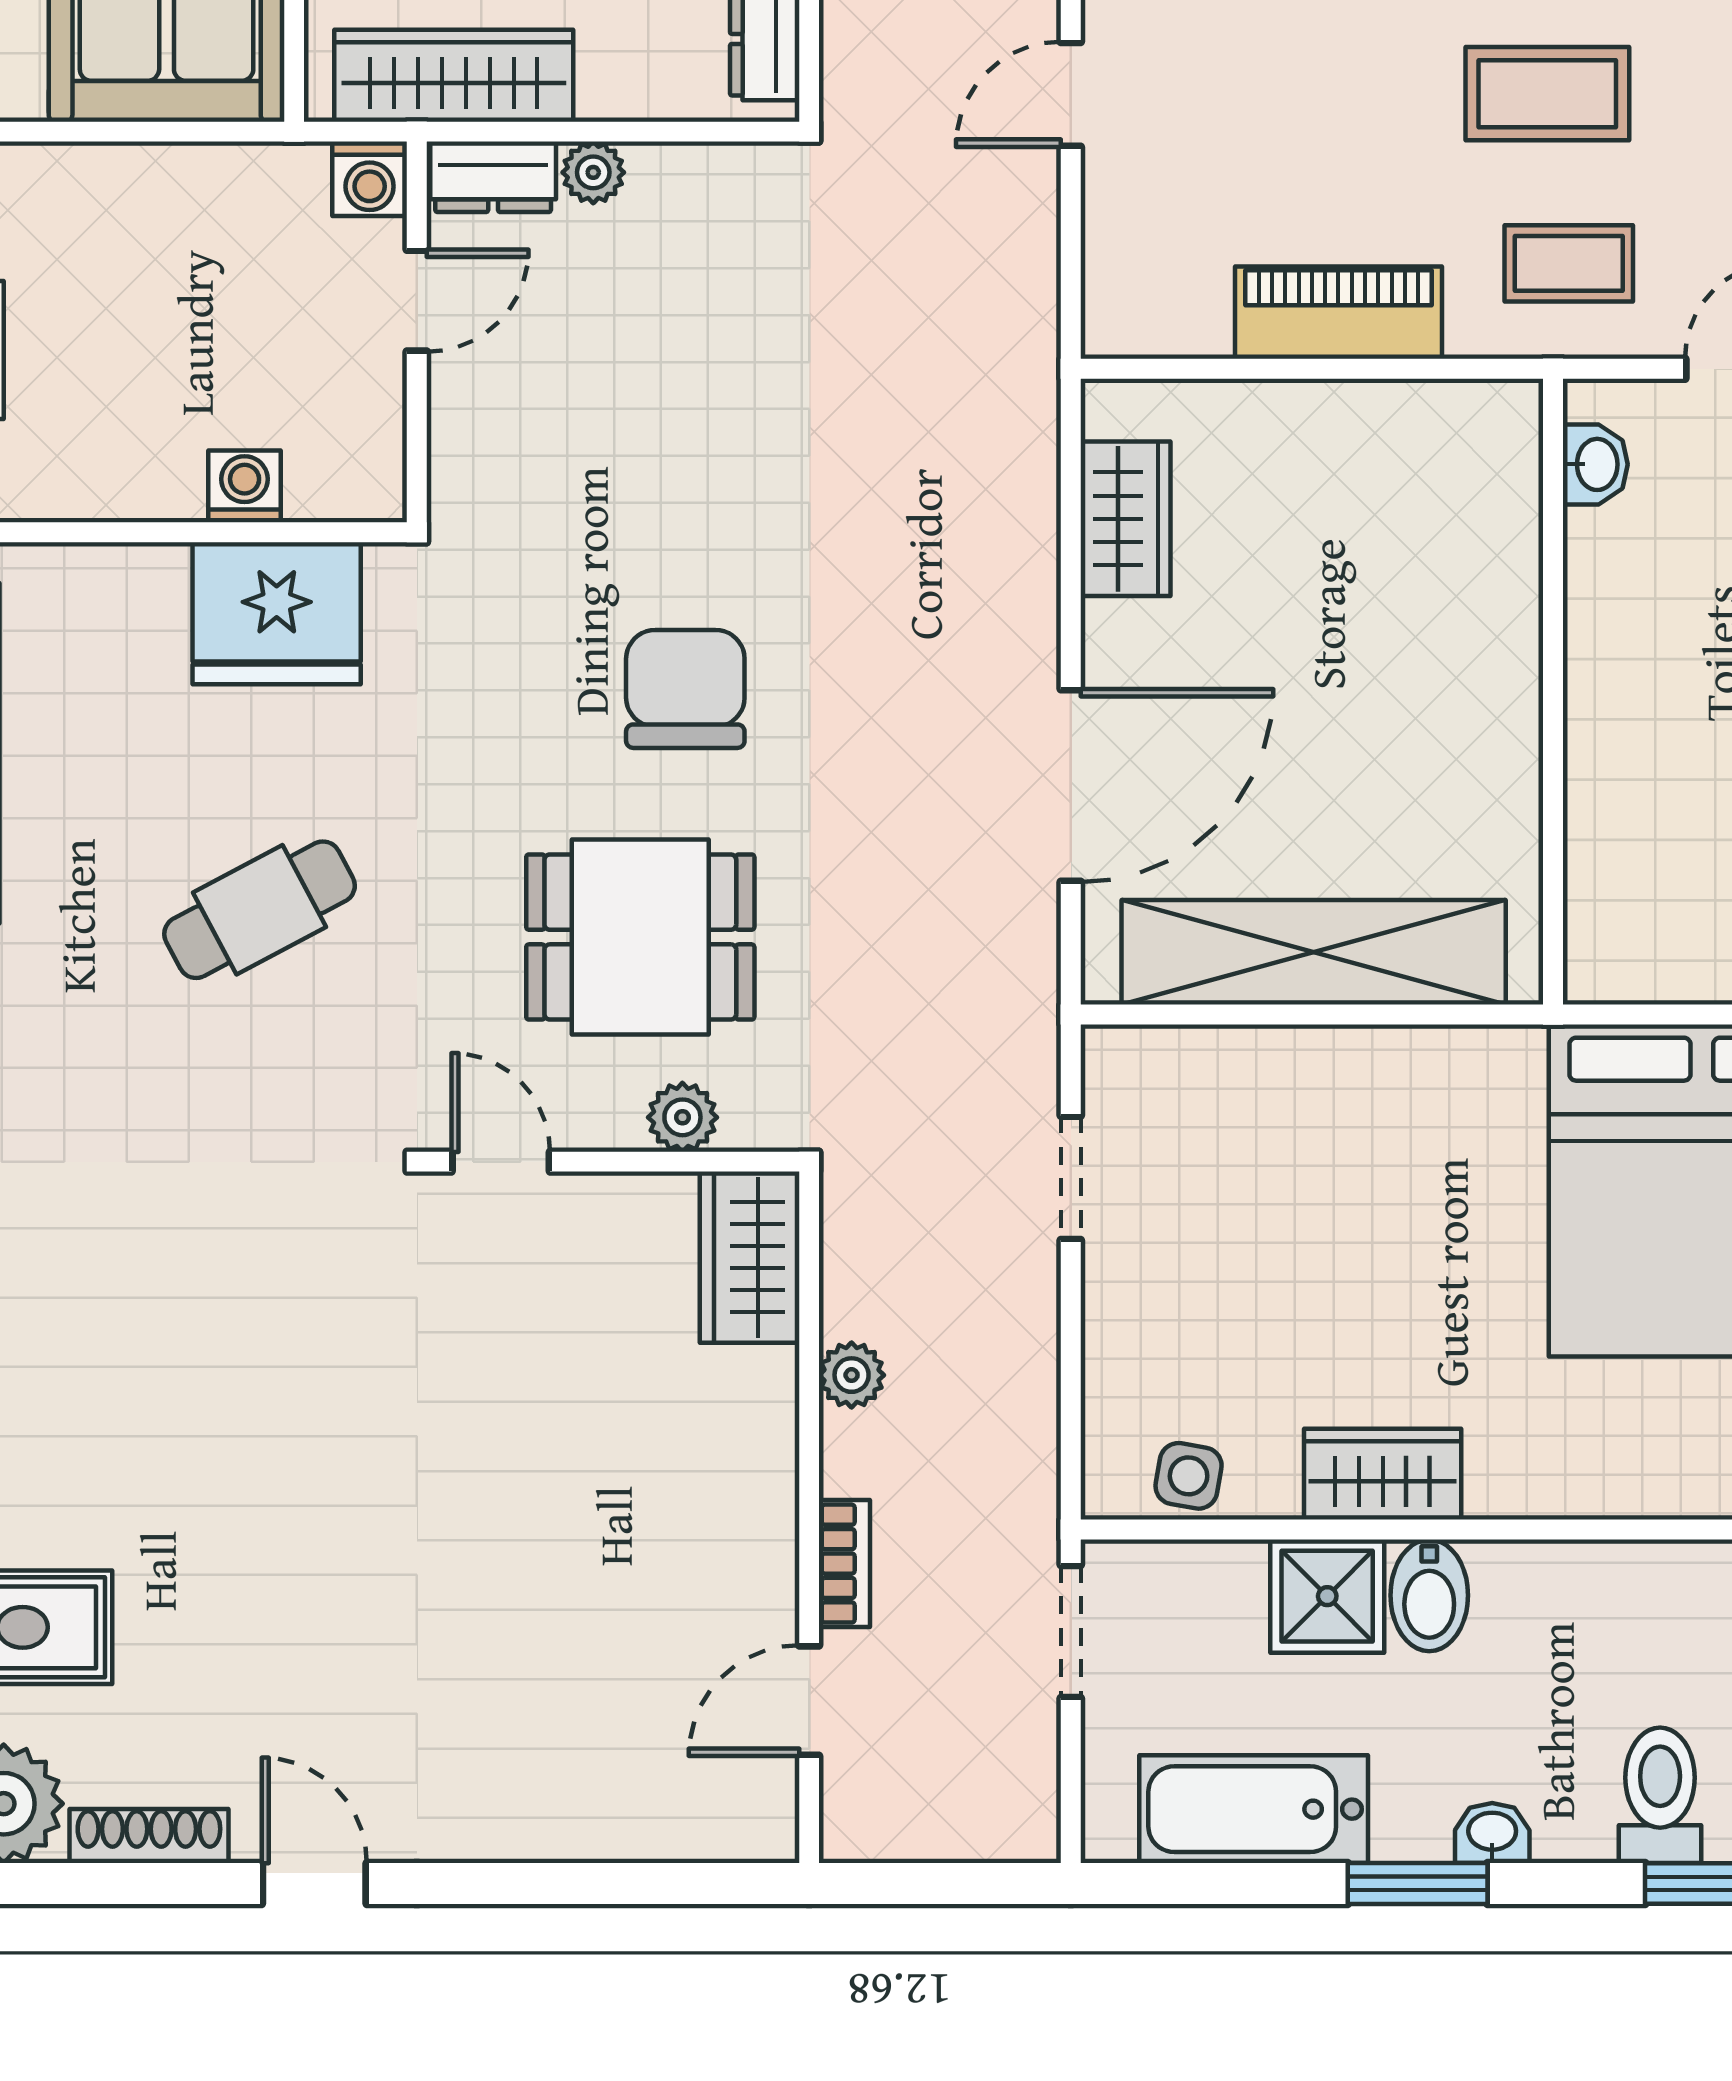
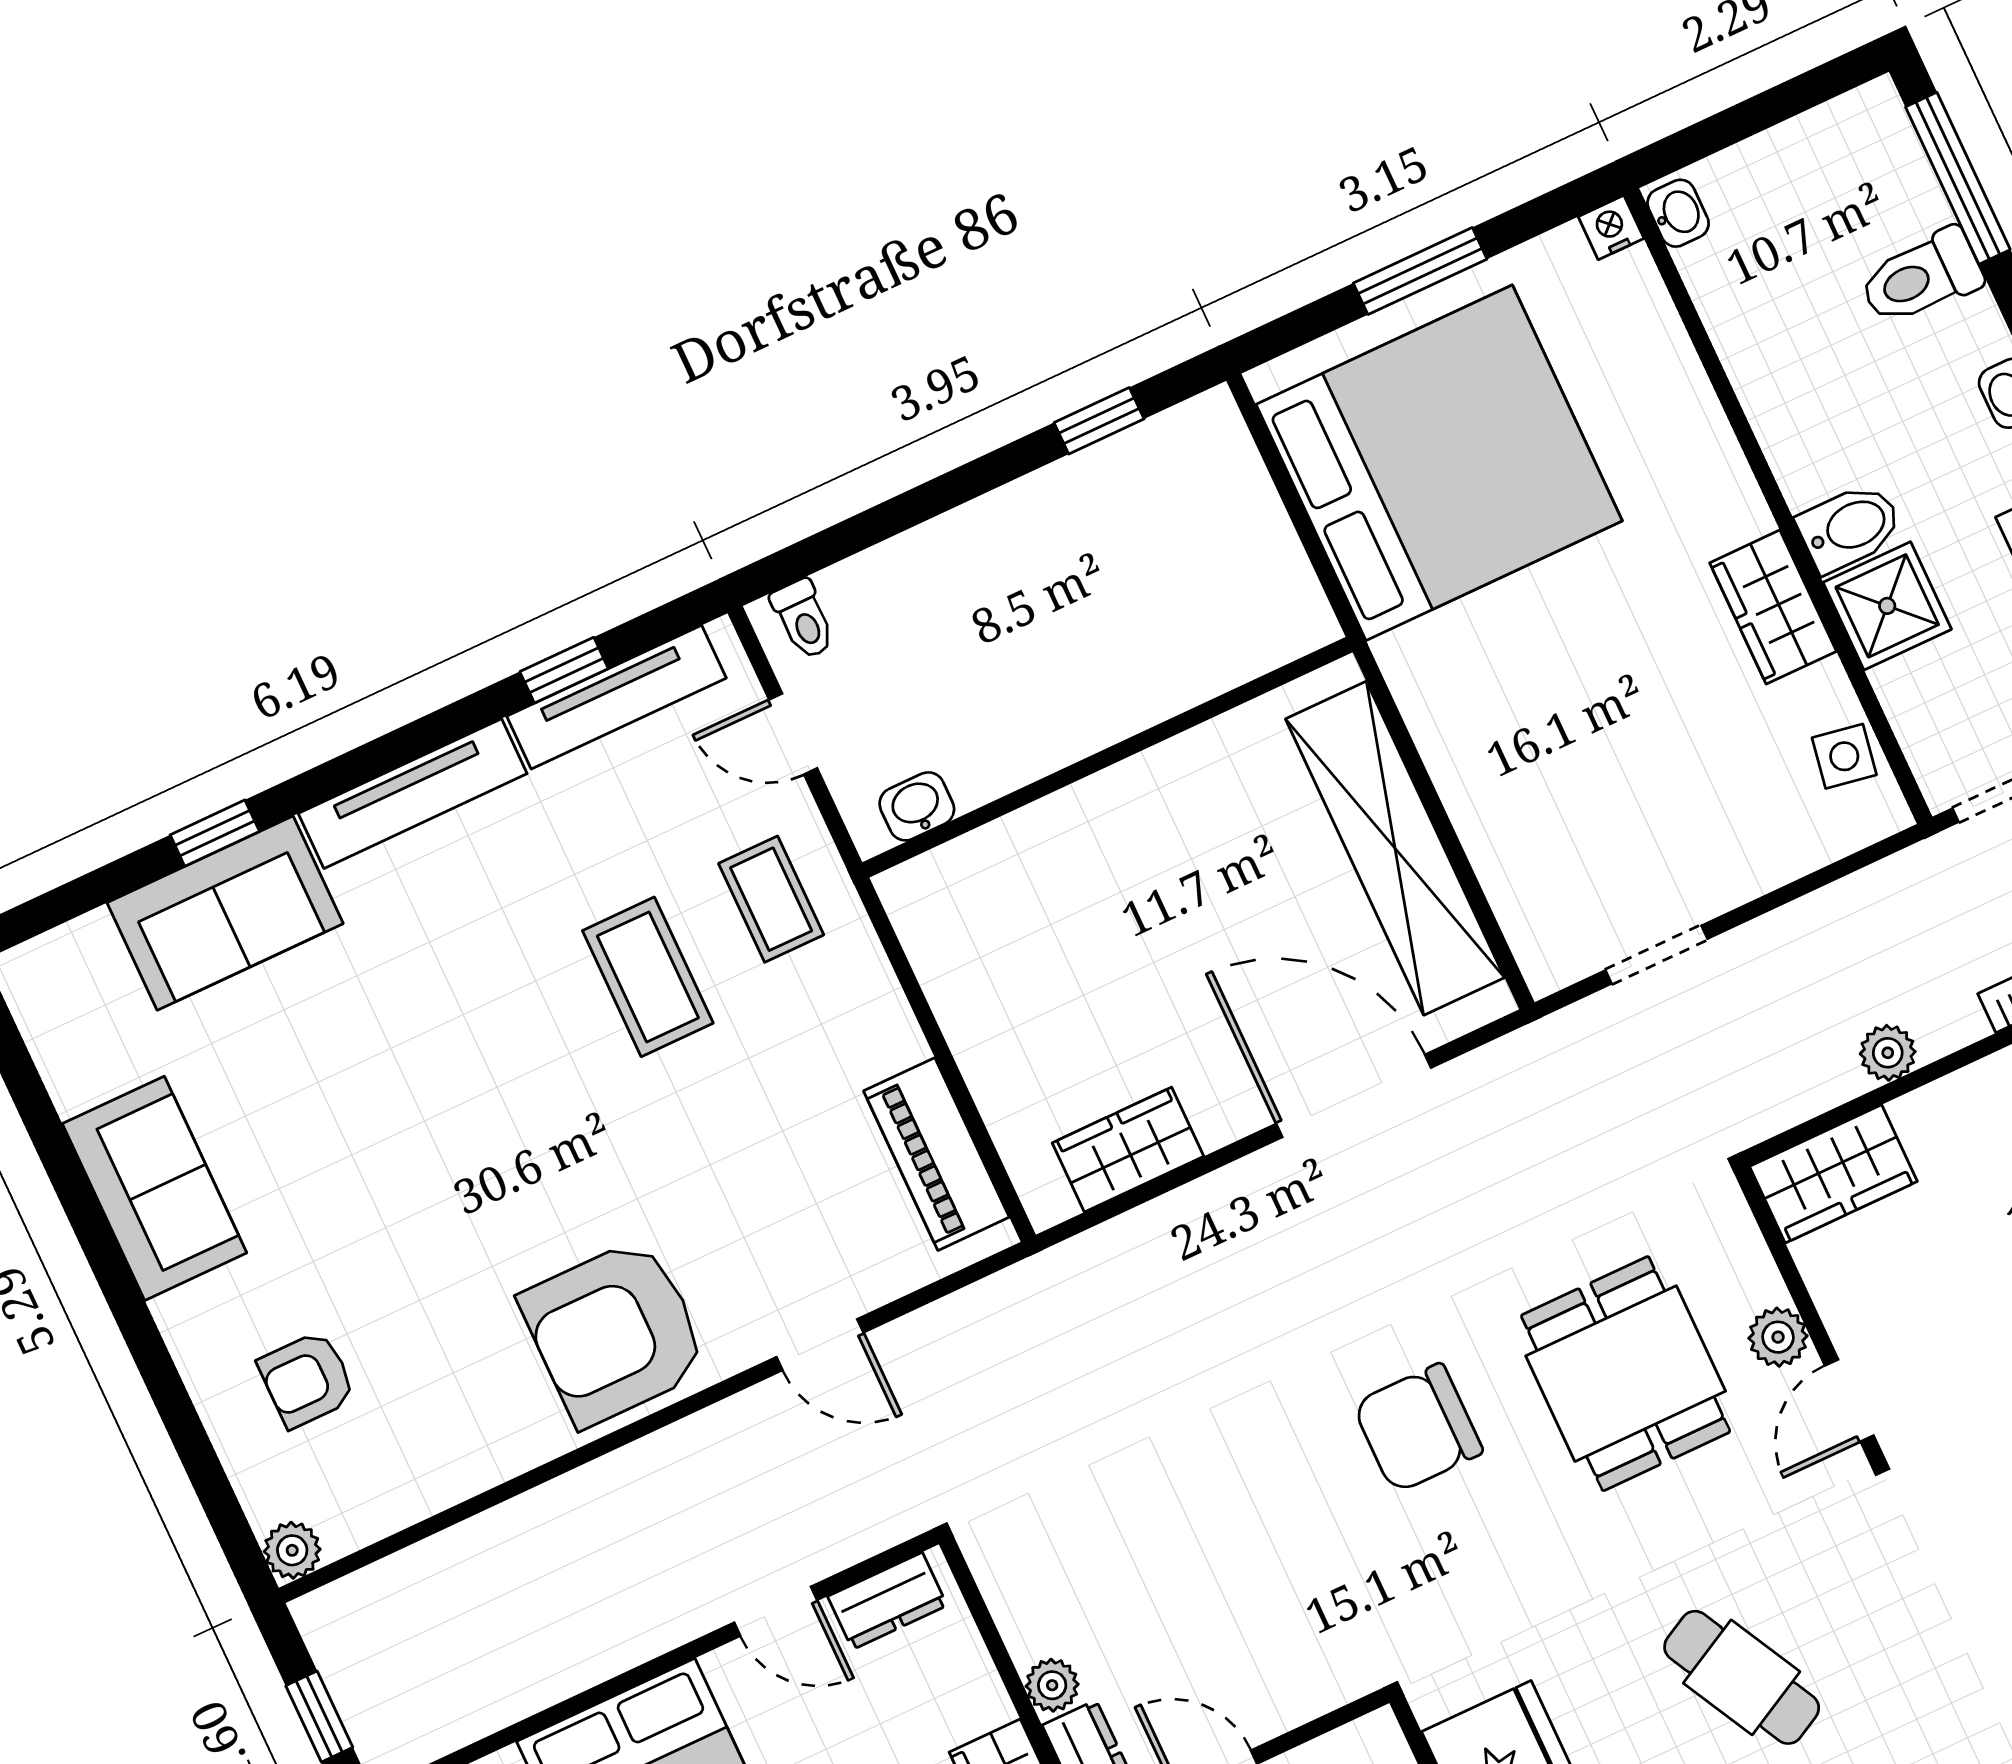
piano: (1338, 313) -> (936, 1154), moved
plant: (682, 1117) -> (1778, 1337), moved

